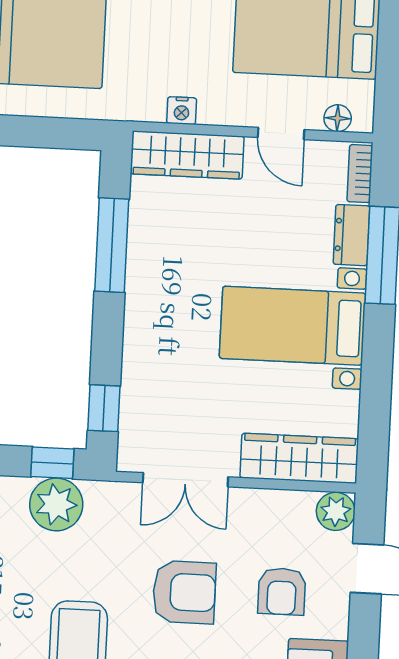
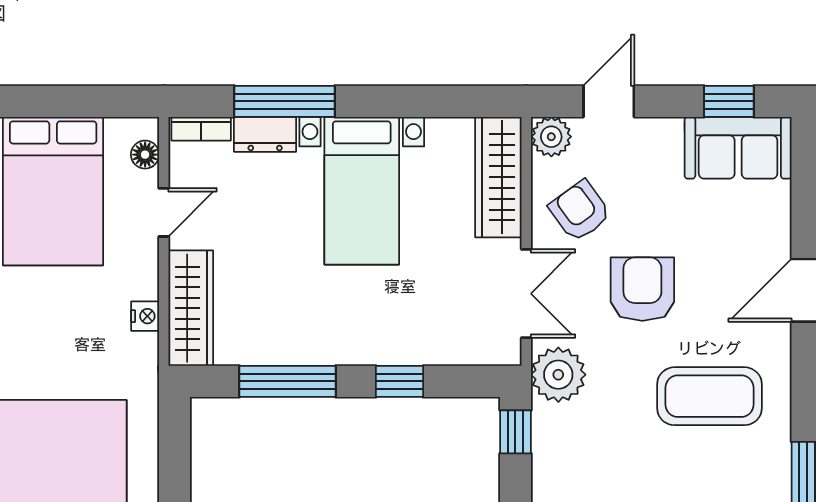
window: (104, 408) -> (399, 381), moved
plant: (56, 504) -> (558, 375), moved
armchair: (282, 591) -> (580, 211), moved, turned -126

